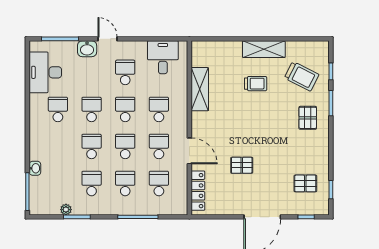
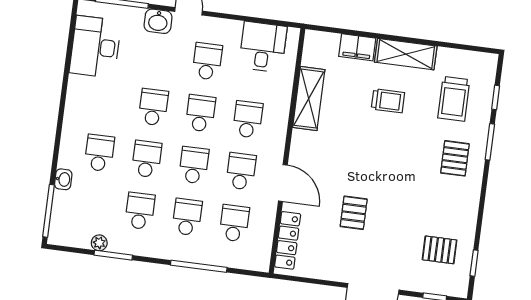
filing cabinet: (229, 49) -> (357, 47), added
trolley: (302, 76) -> (454, 99), turned 63
school desk: (58, 109) -> (99, 153), moved
pallet: (242, 165) -> (354, 213), turned 90

